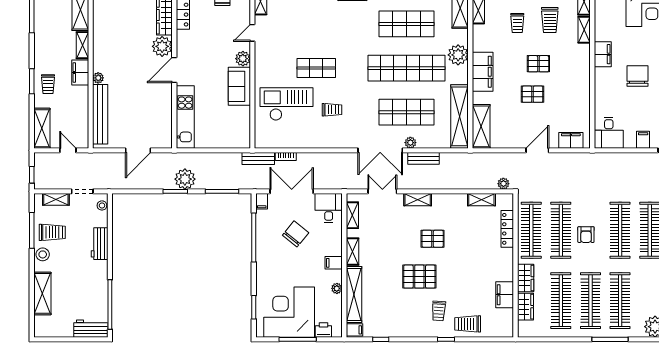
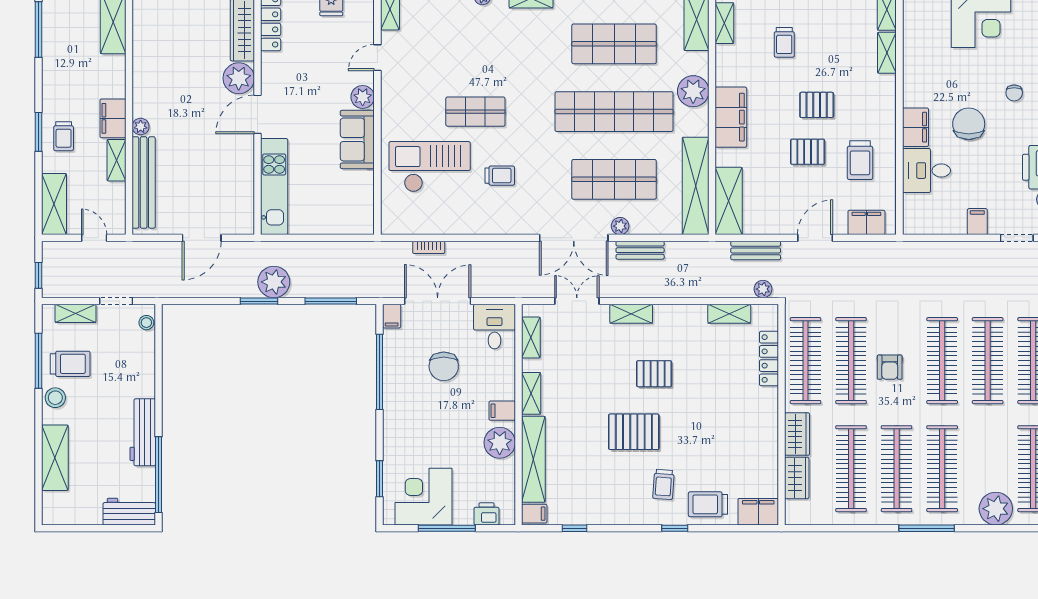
trolley: (550, 20) -> (860, 160), moved
shelving: (83, 45) -> (117, 160), moved
filing cabinet: (603, 54) -> (915, 127), moved
desk: (609, 133) -> (926, 171), moved, turned 90
bench: (258, 159) -> (756, 250), moved
chair: (296, 234) -> (444, 366), turned 141
workbench: (100, 244) -> (143, 432), moved, width x1.38
plant: (337, 288) -> (500, 443), width x1.88, depth x1.88
filing cabinet: (505, 295) -> (758, 512), moved, turned 90
corner desk: (289, 312) -> (423, 497), width x0.74, depth x0.74

